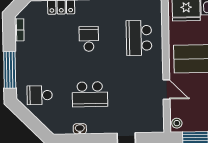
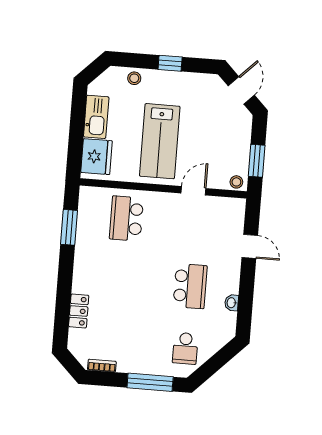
school desk: (139, 38) -> (126, 218), turned 90
school desk: (89, 39) -> (121, 281), removed

